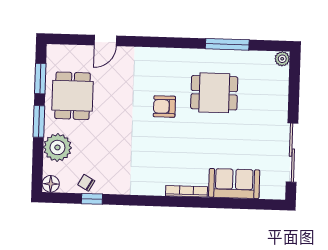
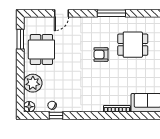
window: (227, 44) -> (111, 13), moved
window: (39, 121) -> (20, 67), removed

